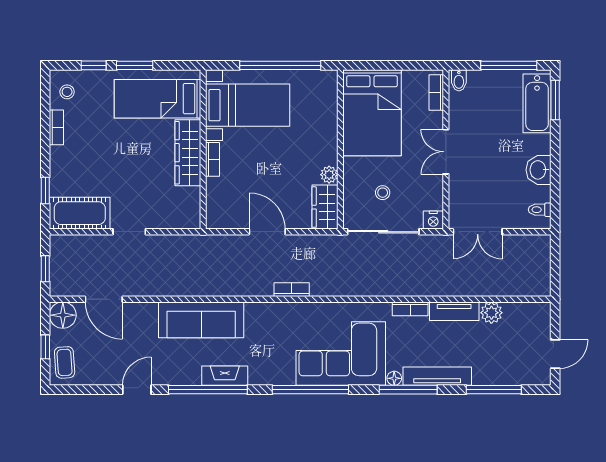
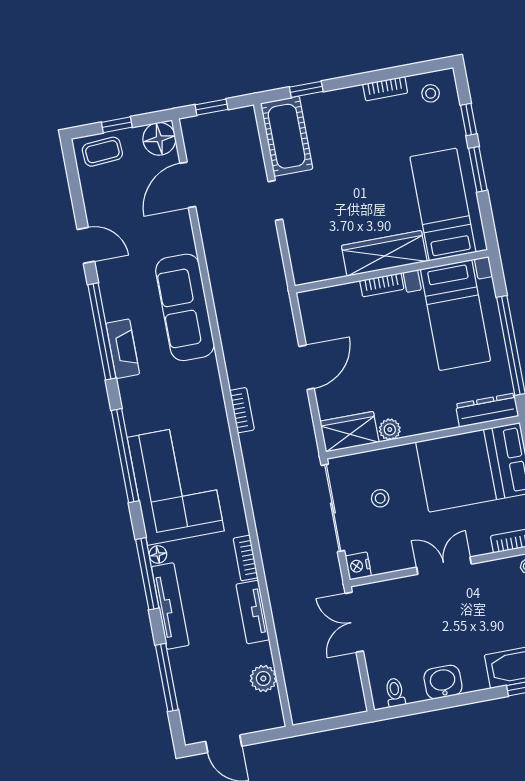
dresser: (328, 94) -> (487, 410), added
plant: (491, 313) -> (263, 678), moved

